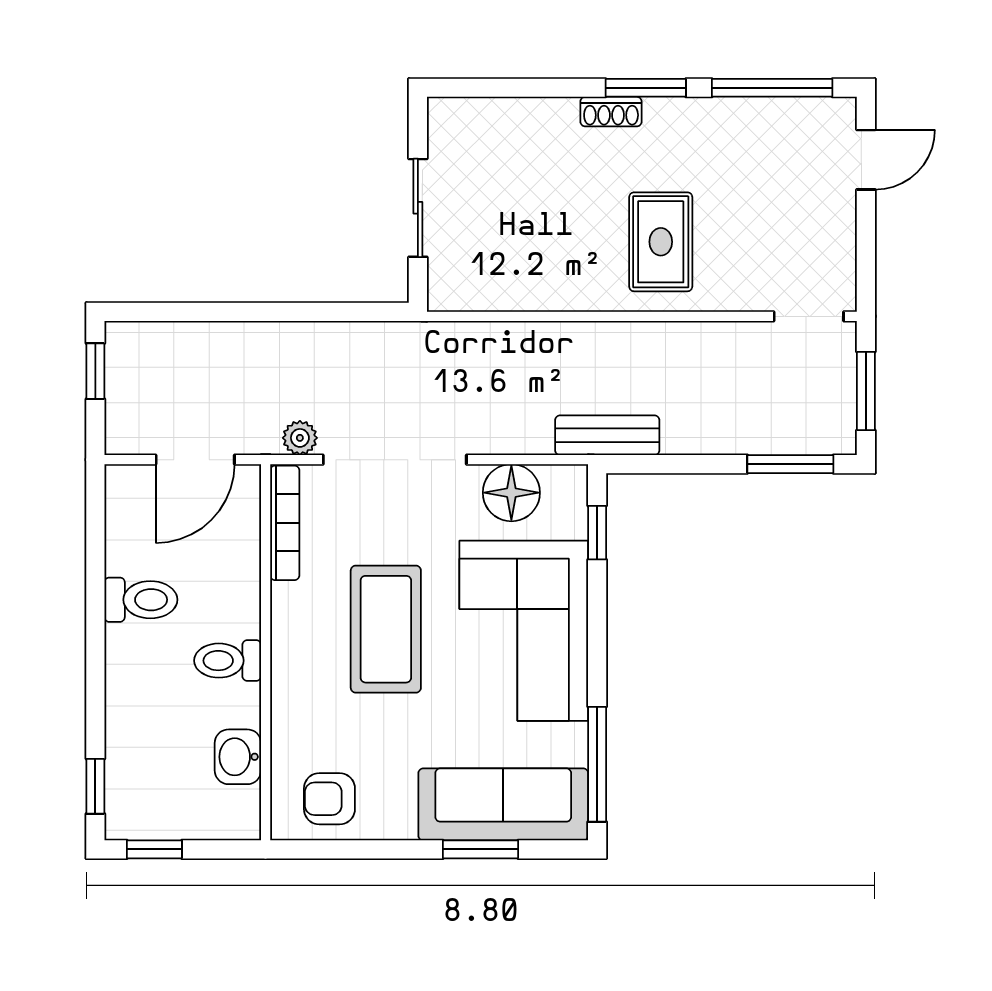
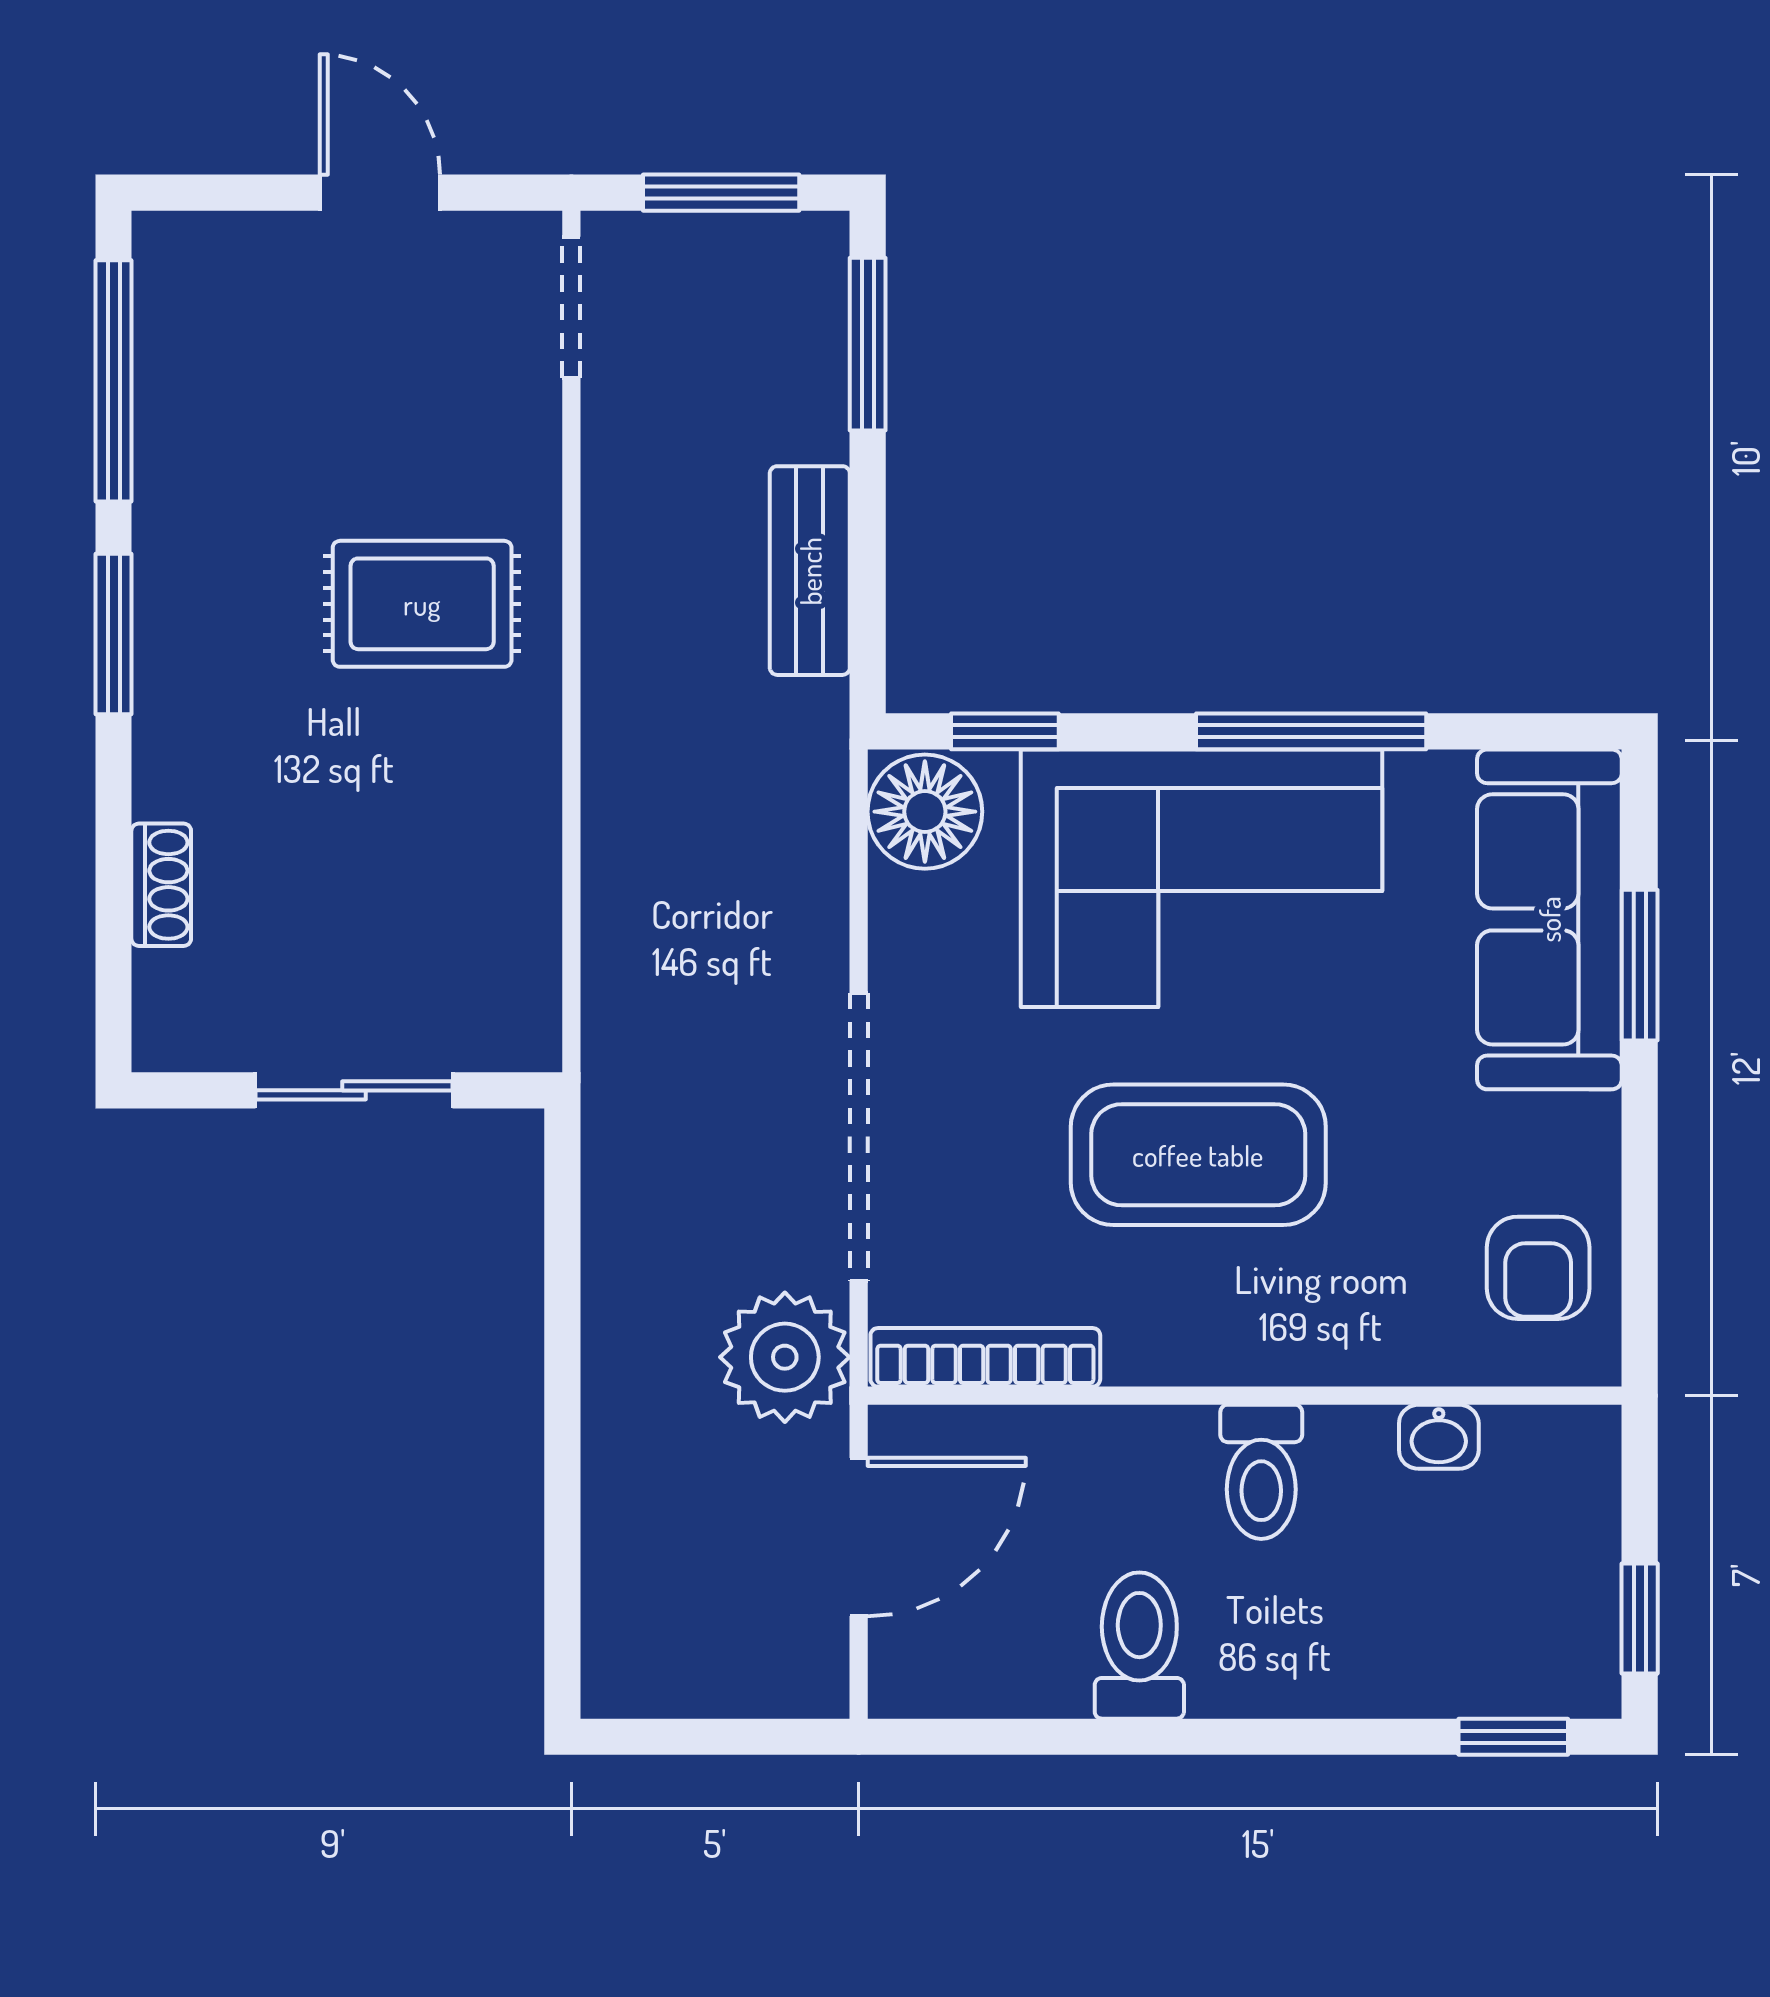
shoe rack: (611, 112) -> (161, 885), moved
door: (866, 160) -> (380, 193), moved
window: (95, 371) -> (681, 1737), removed
bench: (607, 435) -> (810, 571), moved
plant: (300, 438) -> (785, 1357), width x1.87, depth x1.87
door: (195, 460) -> (859, 1537), hinge flipped
floor lamp: (511, 493) -> (925, 812), moved
washbasin: (238, 757) -> (1439, 1437), width x0.72, depth x0.69
window: (597, 764) -> (1311, 731), moved

